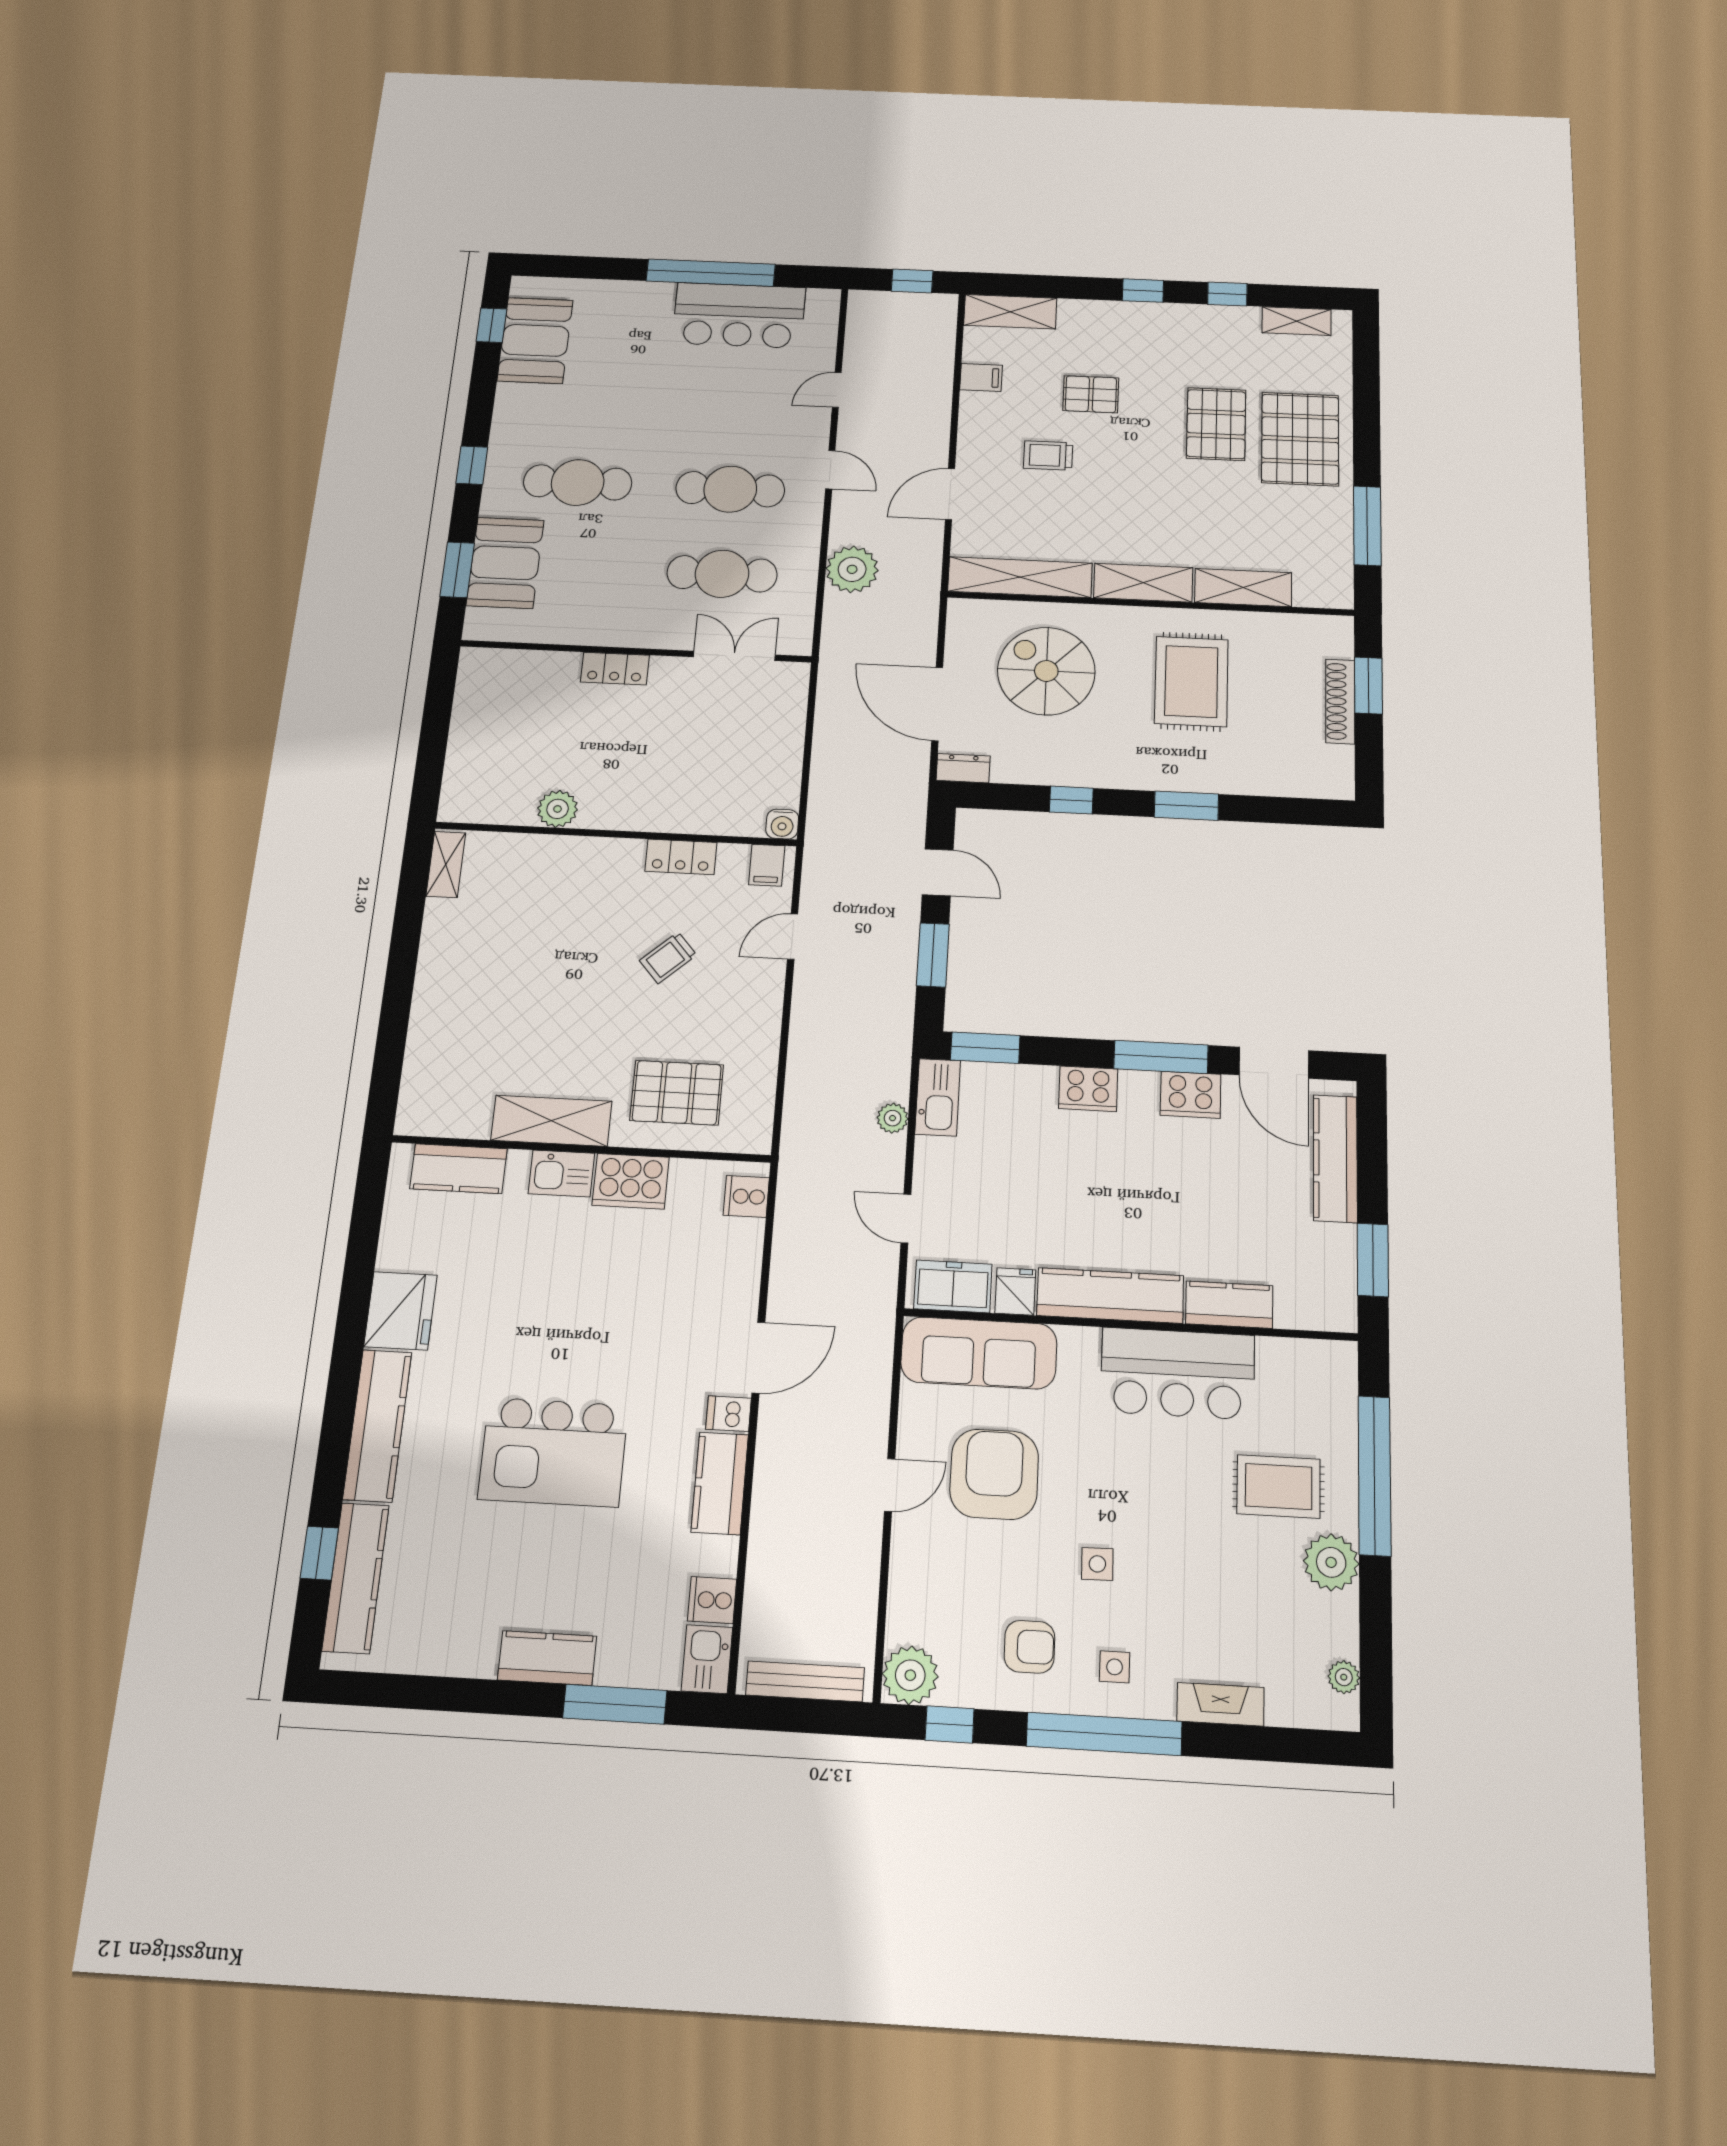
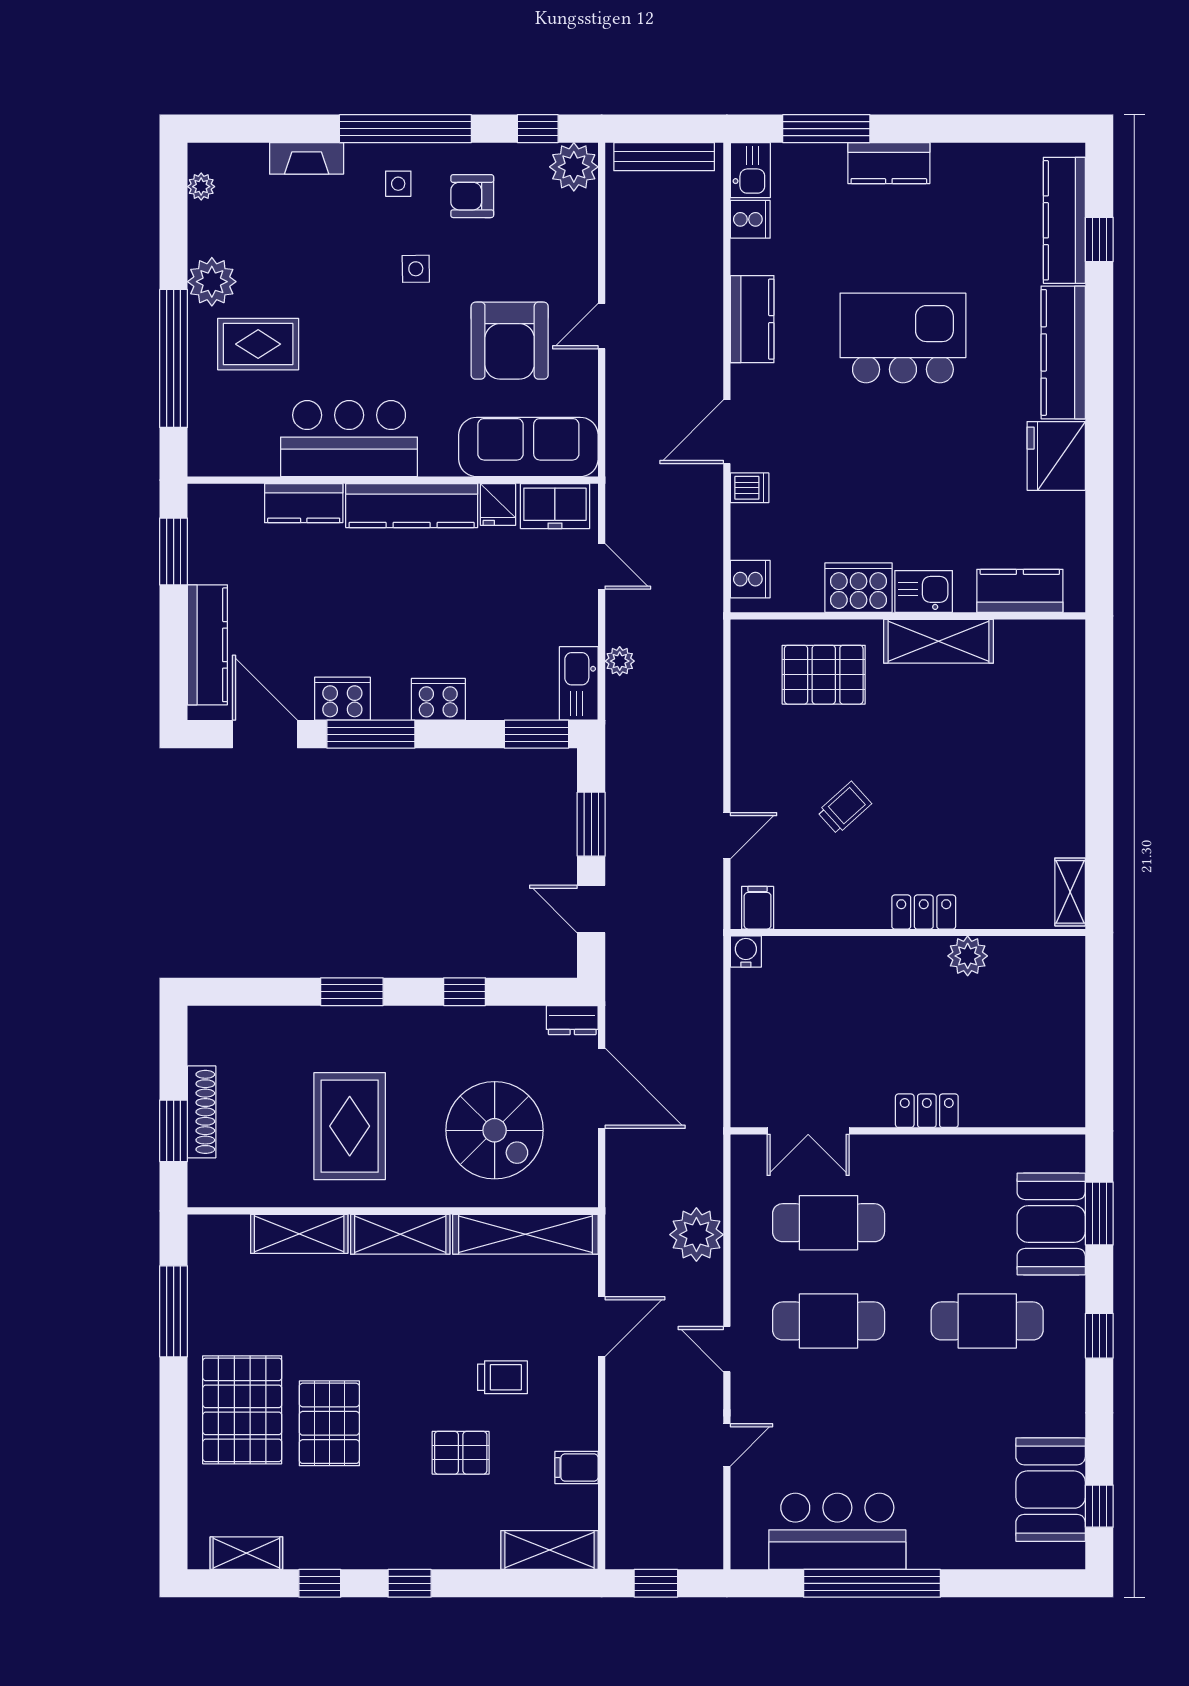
locker: (681, 857) -> (924, 912), moved
dishwasher: (729, 1414) -> (750, 488), moved

